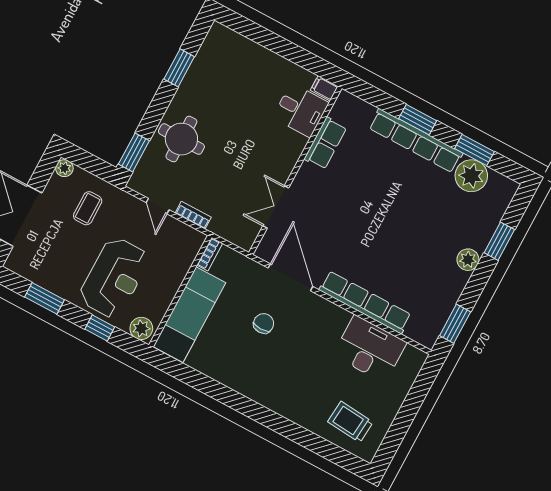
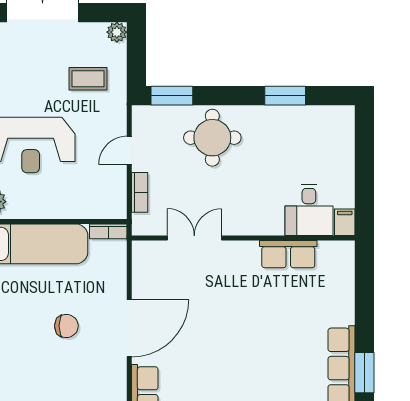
filing cabinet: (324, 88) -> (345, 222), moved
desk: (301, 110) -> (309, 210), moved
row of seats: (325, 143) -> (288, 254), moved
wall: (295, 170) -> (243, 238), moved
double door: (276, 207) -> (194, 238), moved

